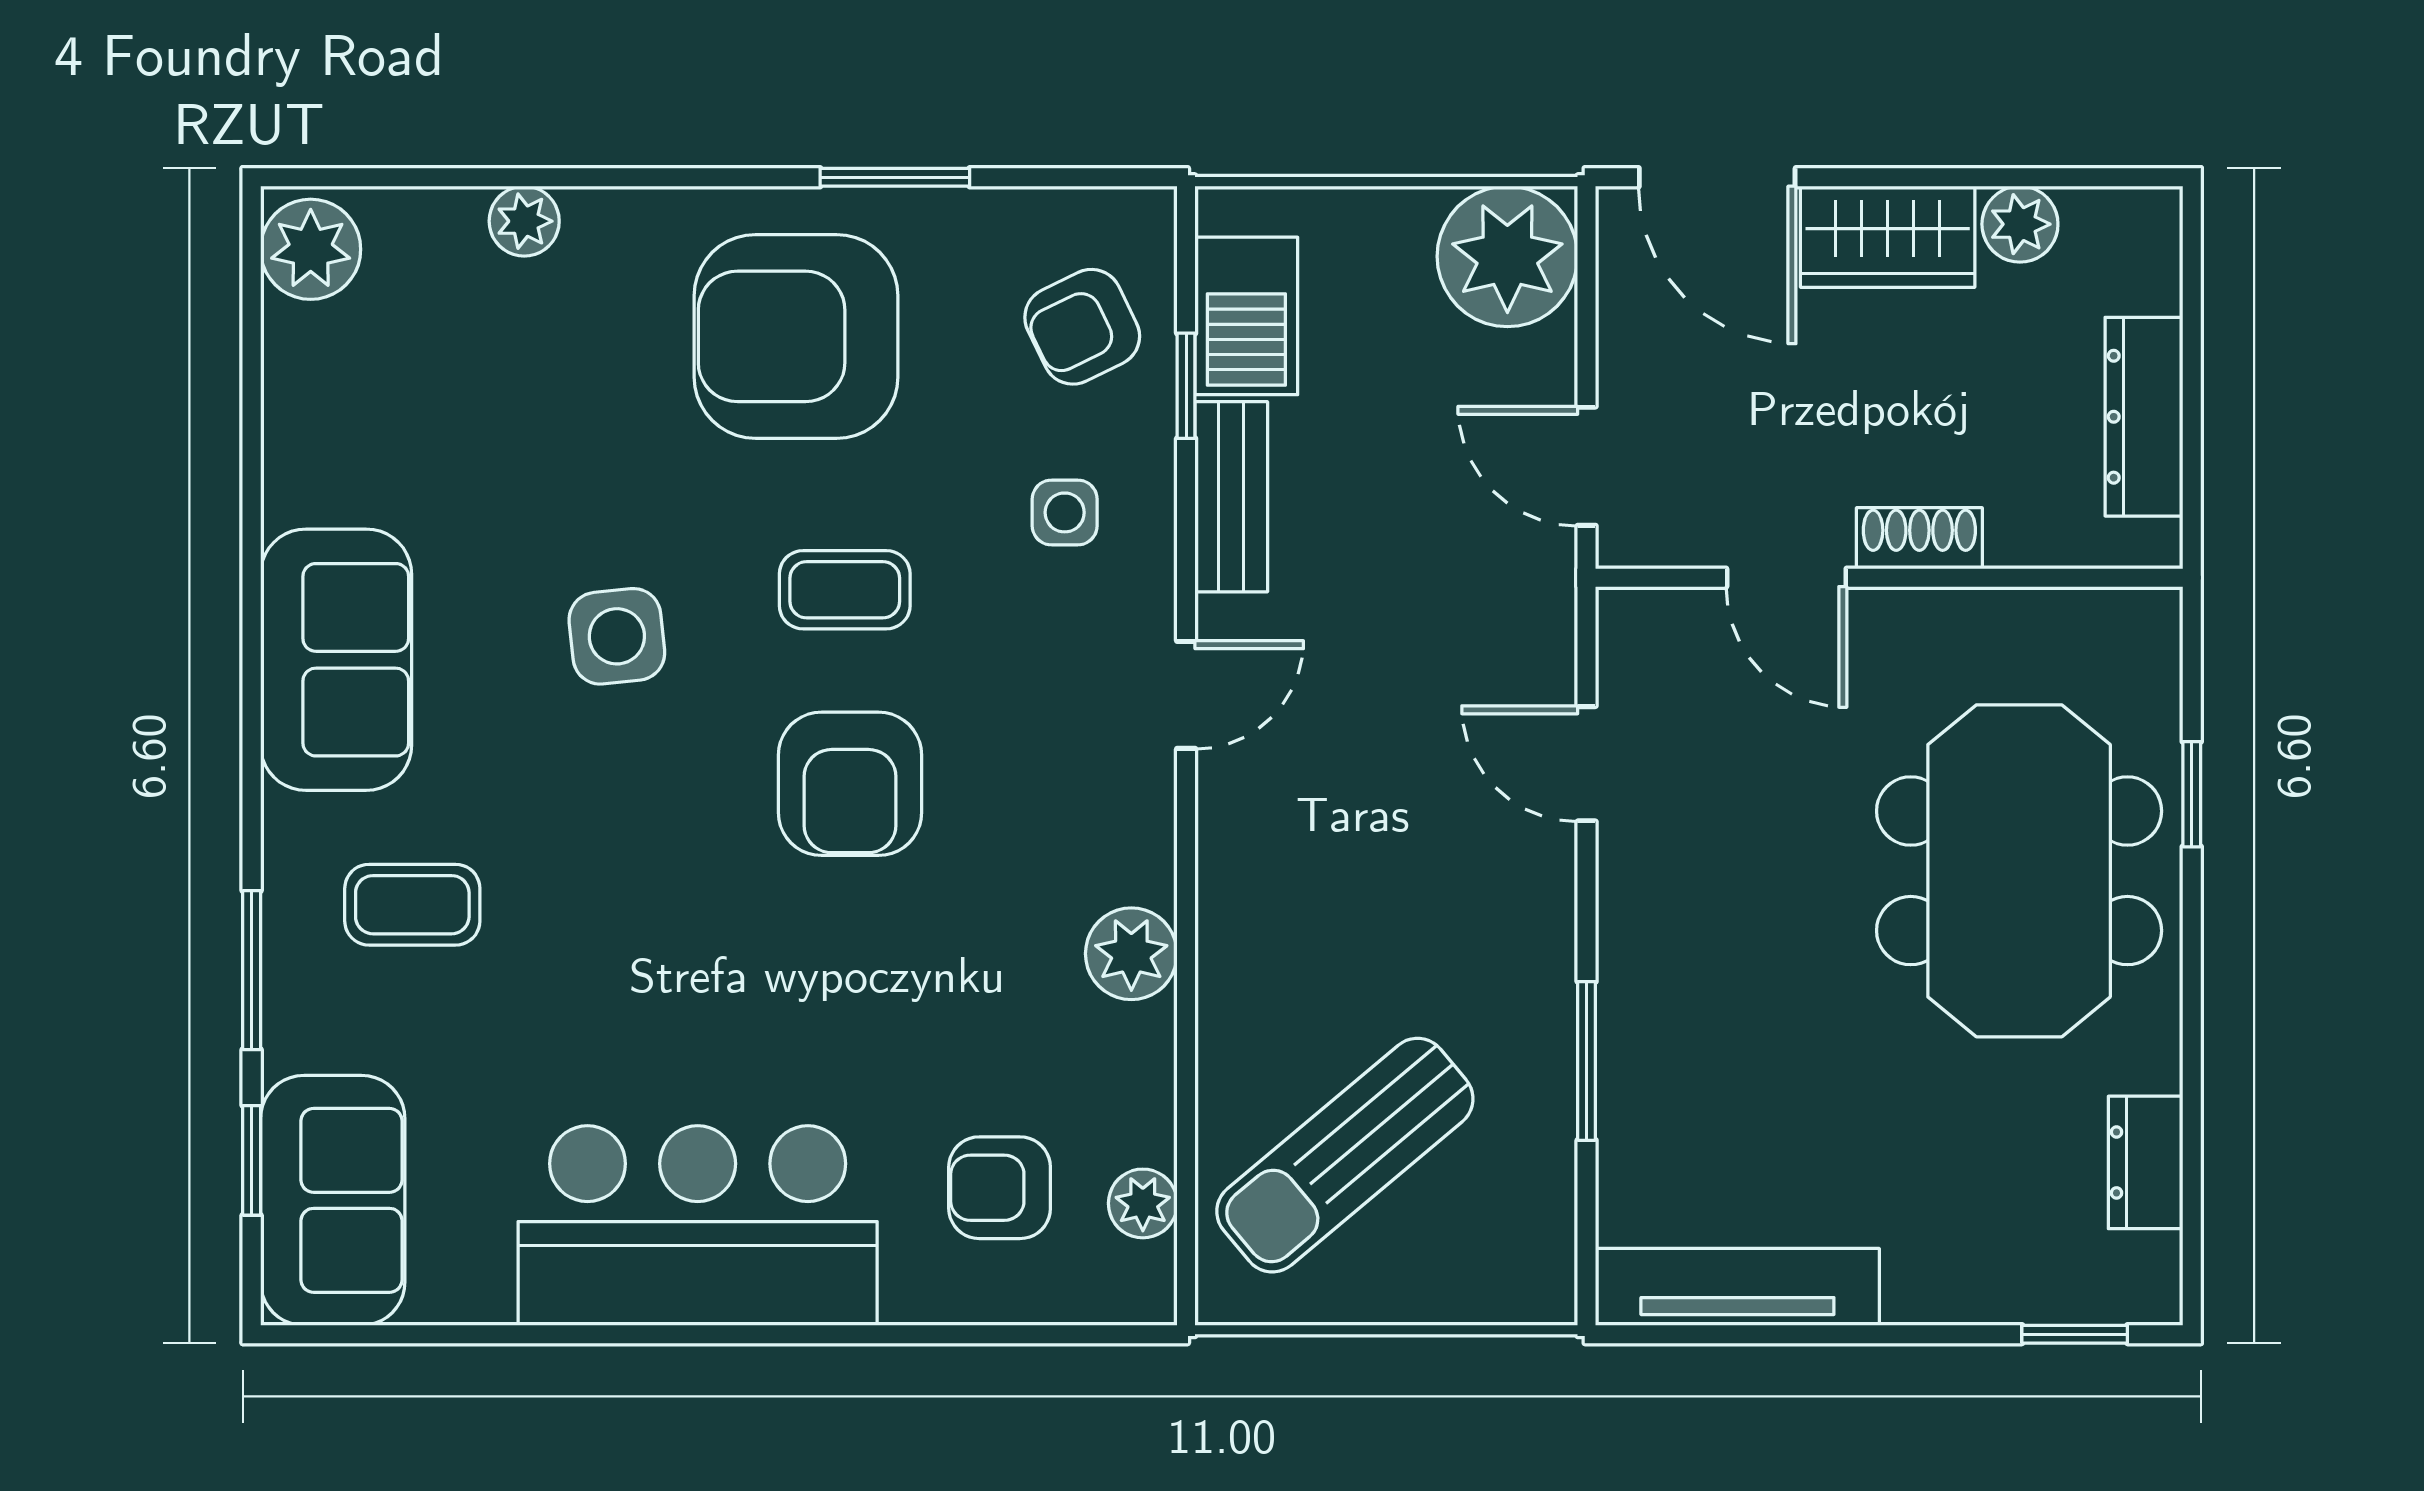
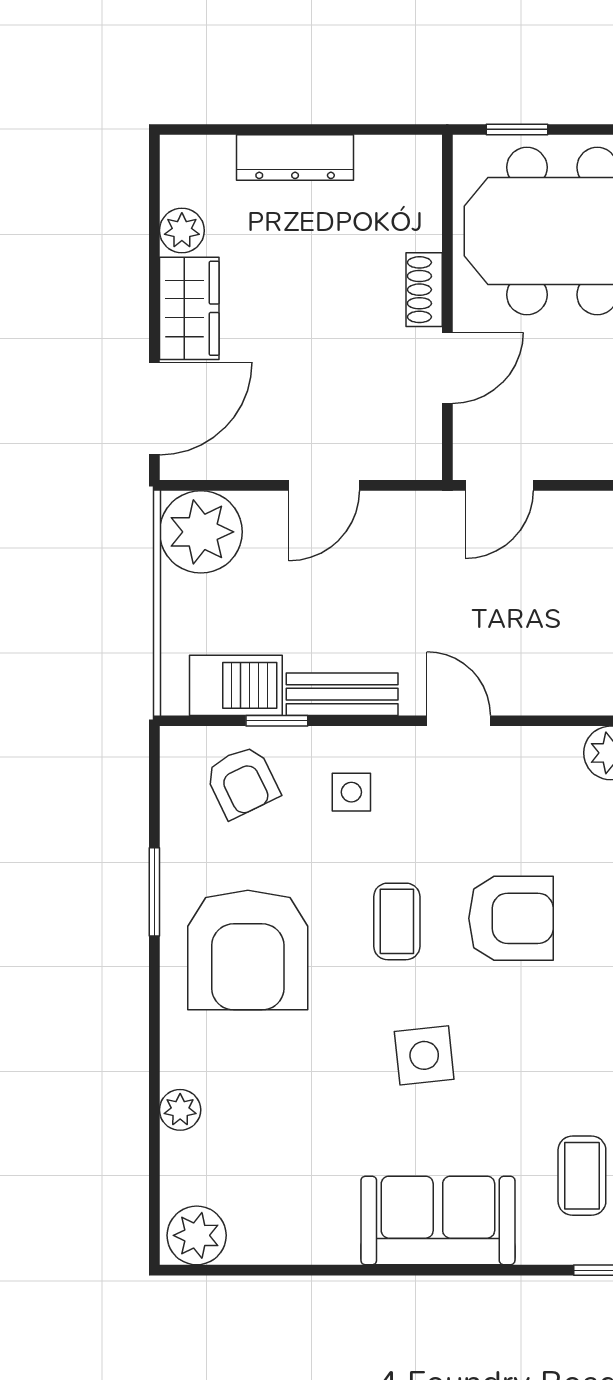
shoe rack: (1919, 538) -> (424, 290), moved
door: (1786, 578) -> (447, 368), moved
wall: (1889, 578) -> (447, 307), moved

